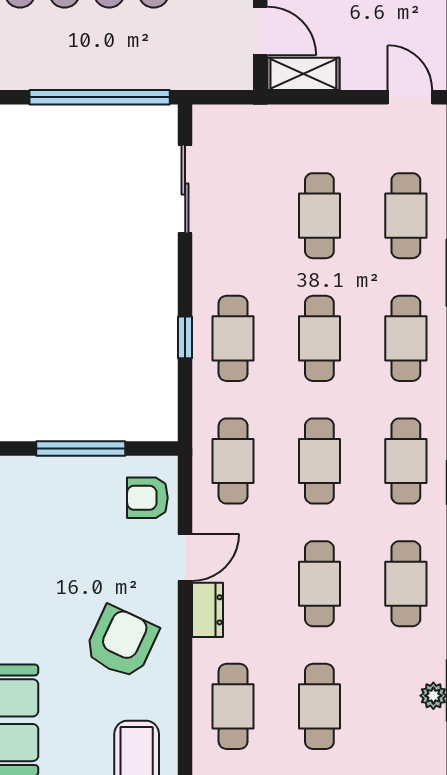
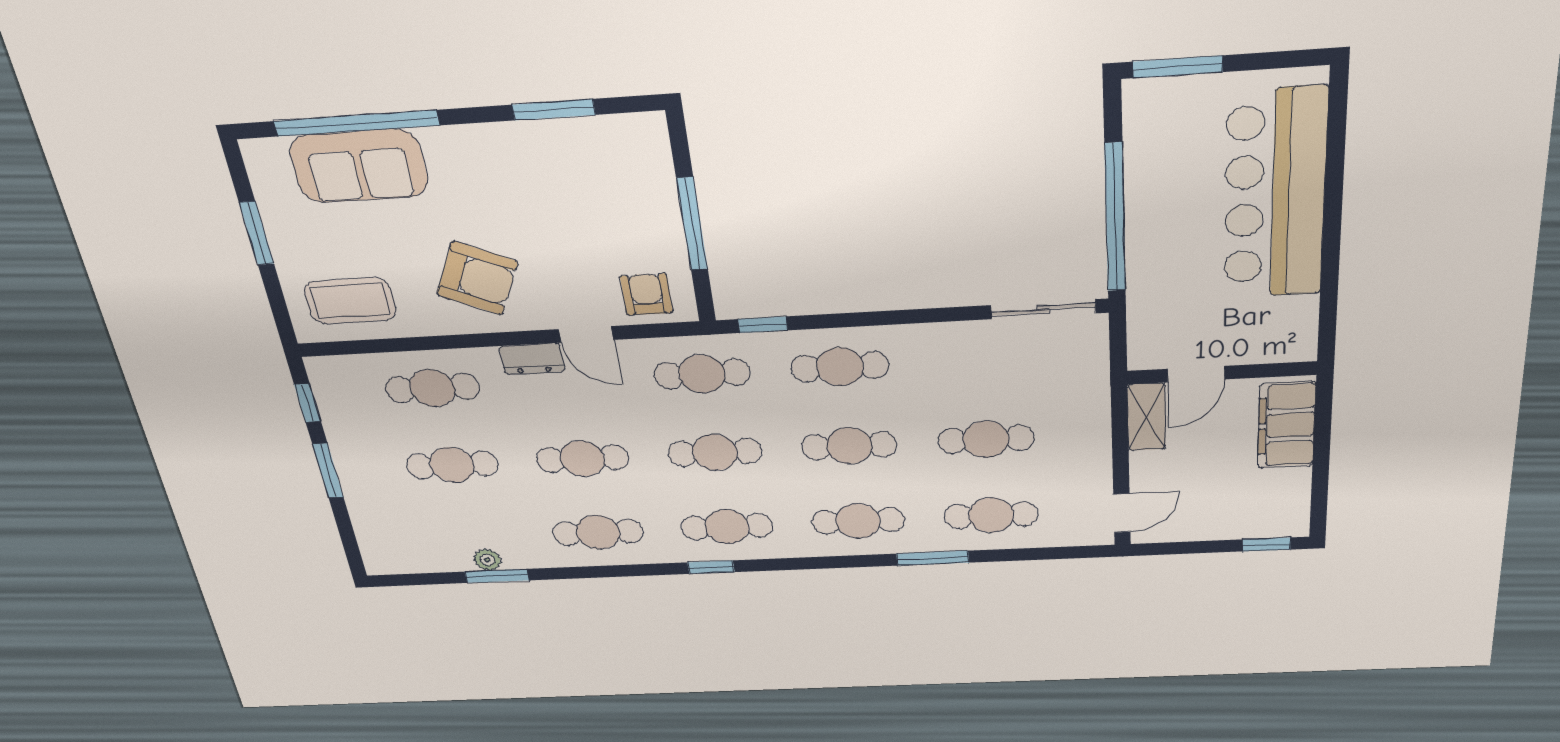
sliding door: (185, 189) -> (1043, 309), moved
window: (185, 337) -> (763, 325), moved

